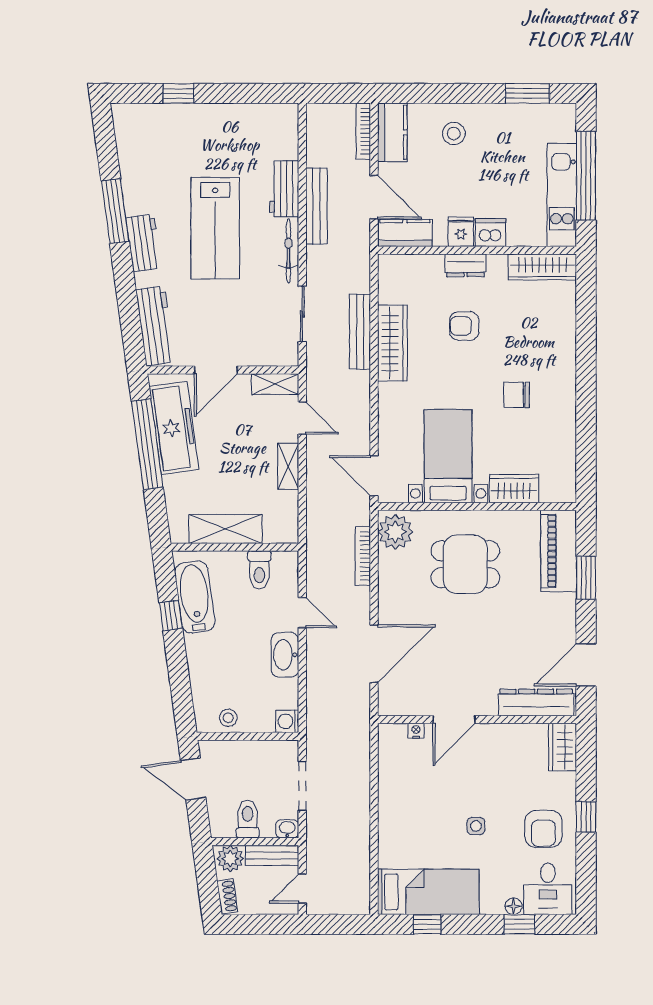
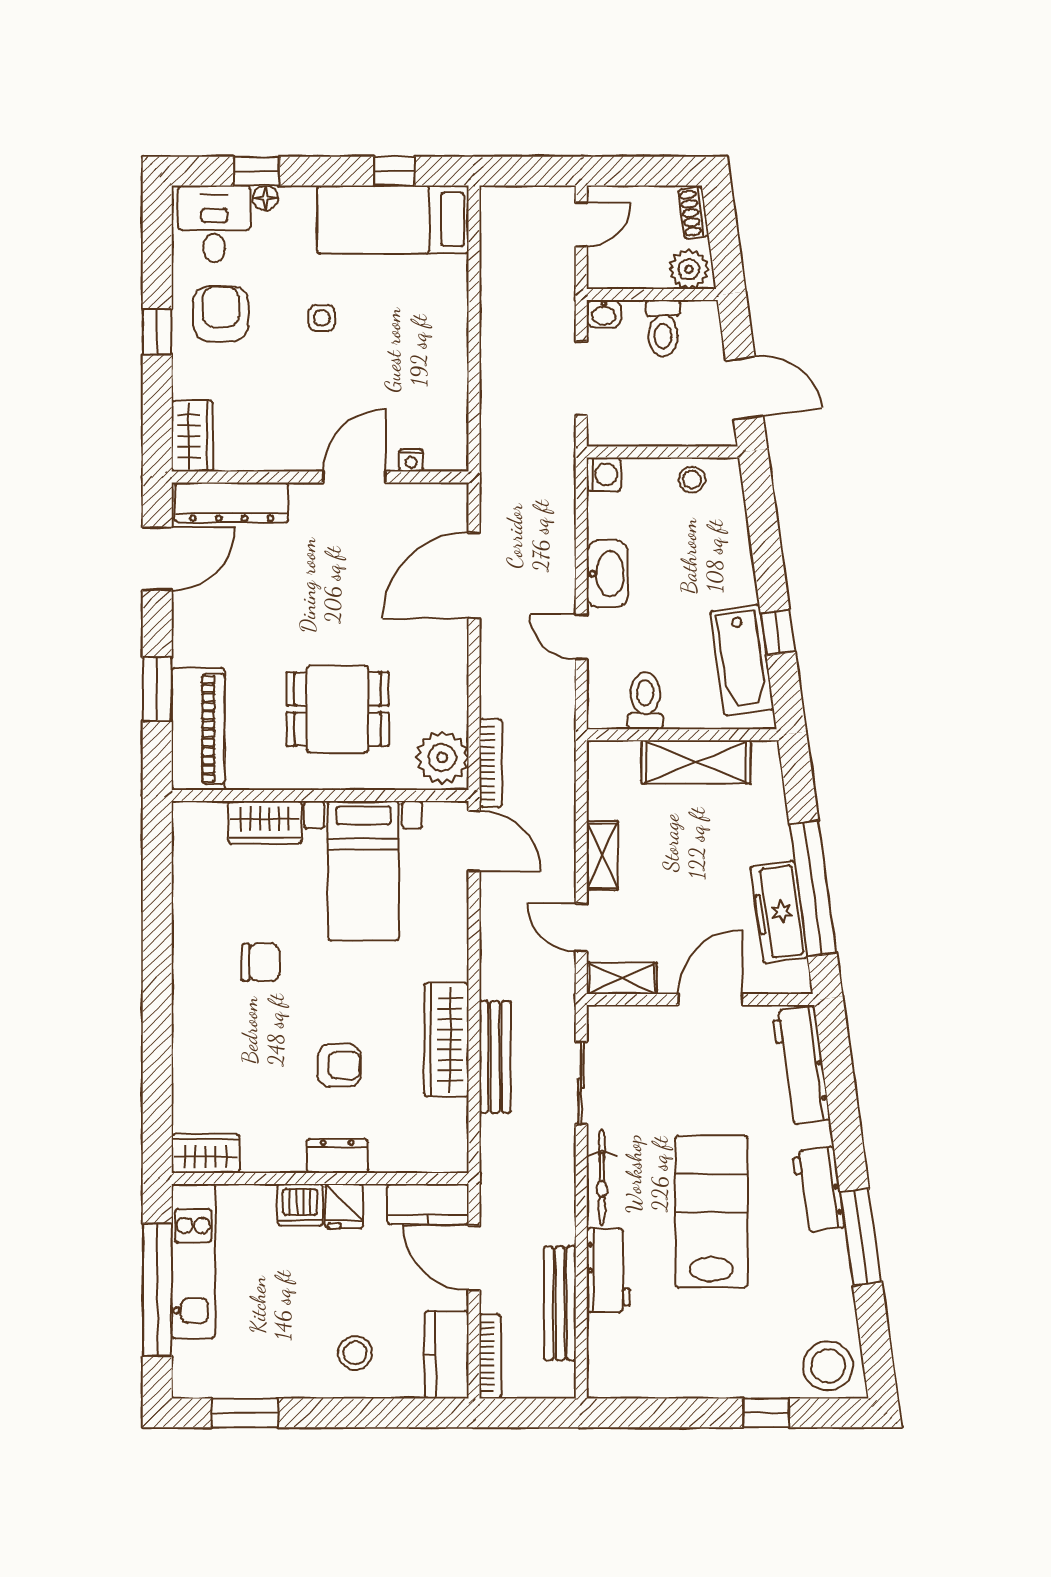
stool: (137, 125) -> (828, 1366), added
bench: (316, 206) -> (560, 1303), moved
wardrobe: (542, 267) -> (205, 1153), width x0.67
freezer: (174, 428) -> (779, 912), width x0.73, depth x0.79
bookcase: (363, 556) -> (491, 763), moved
bench: (272, 855) -> (626, 274), removed

